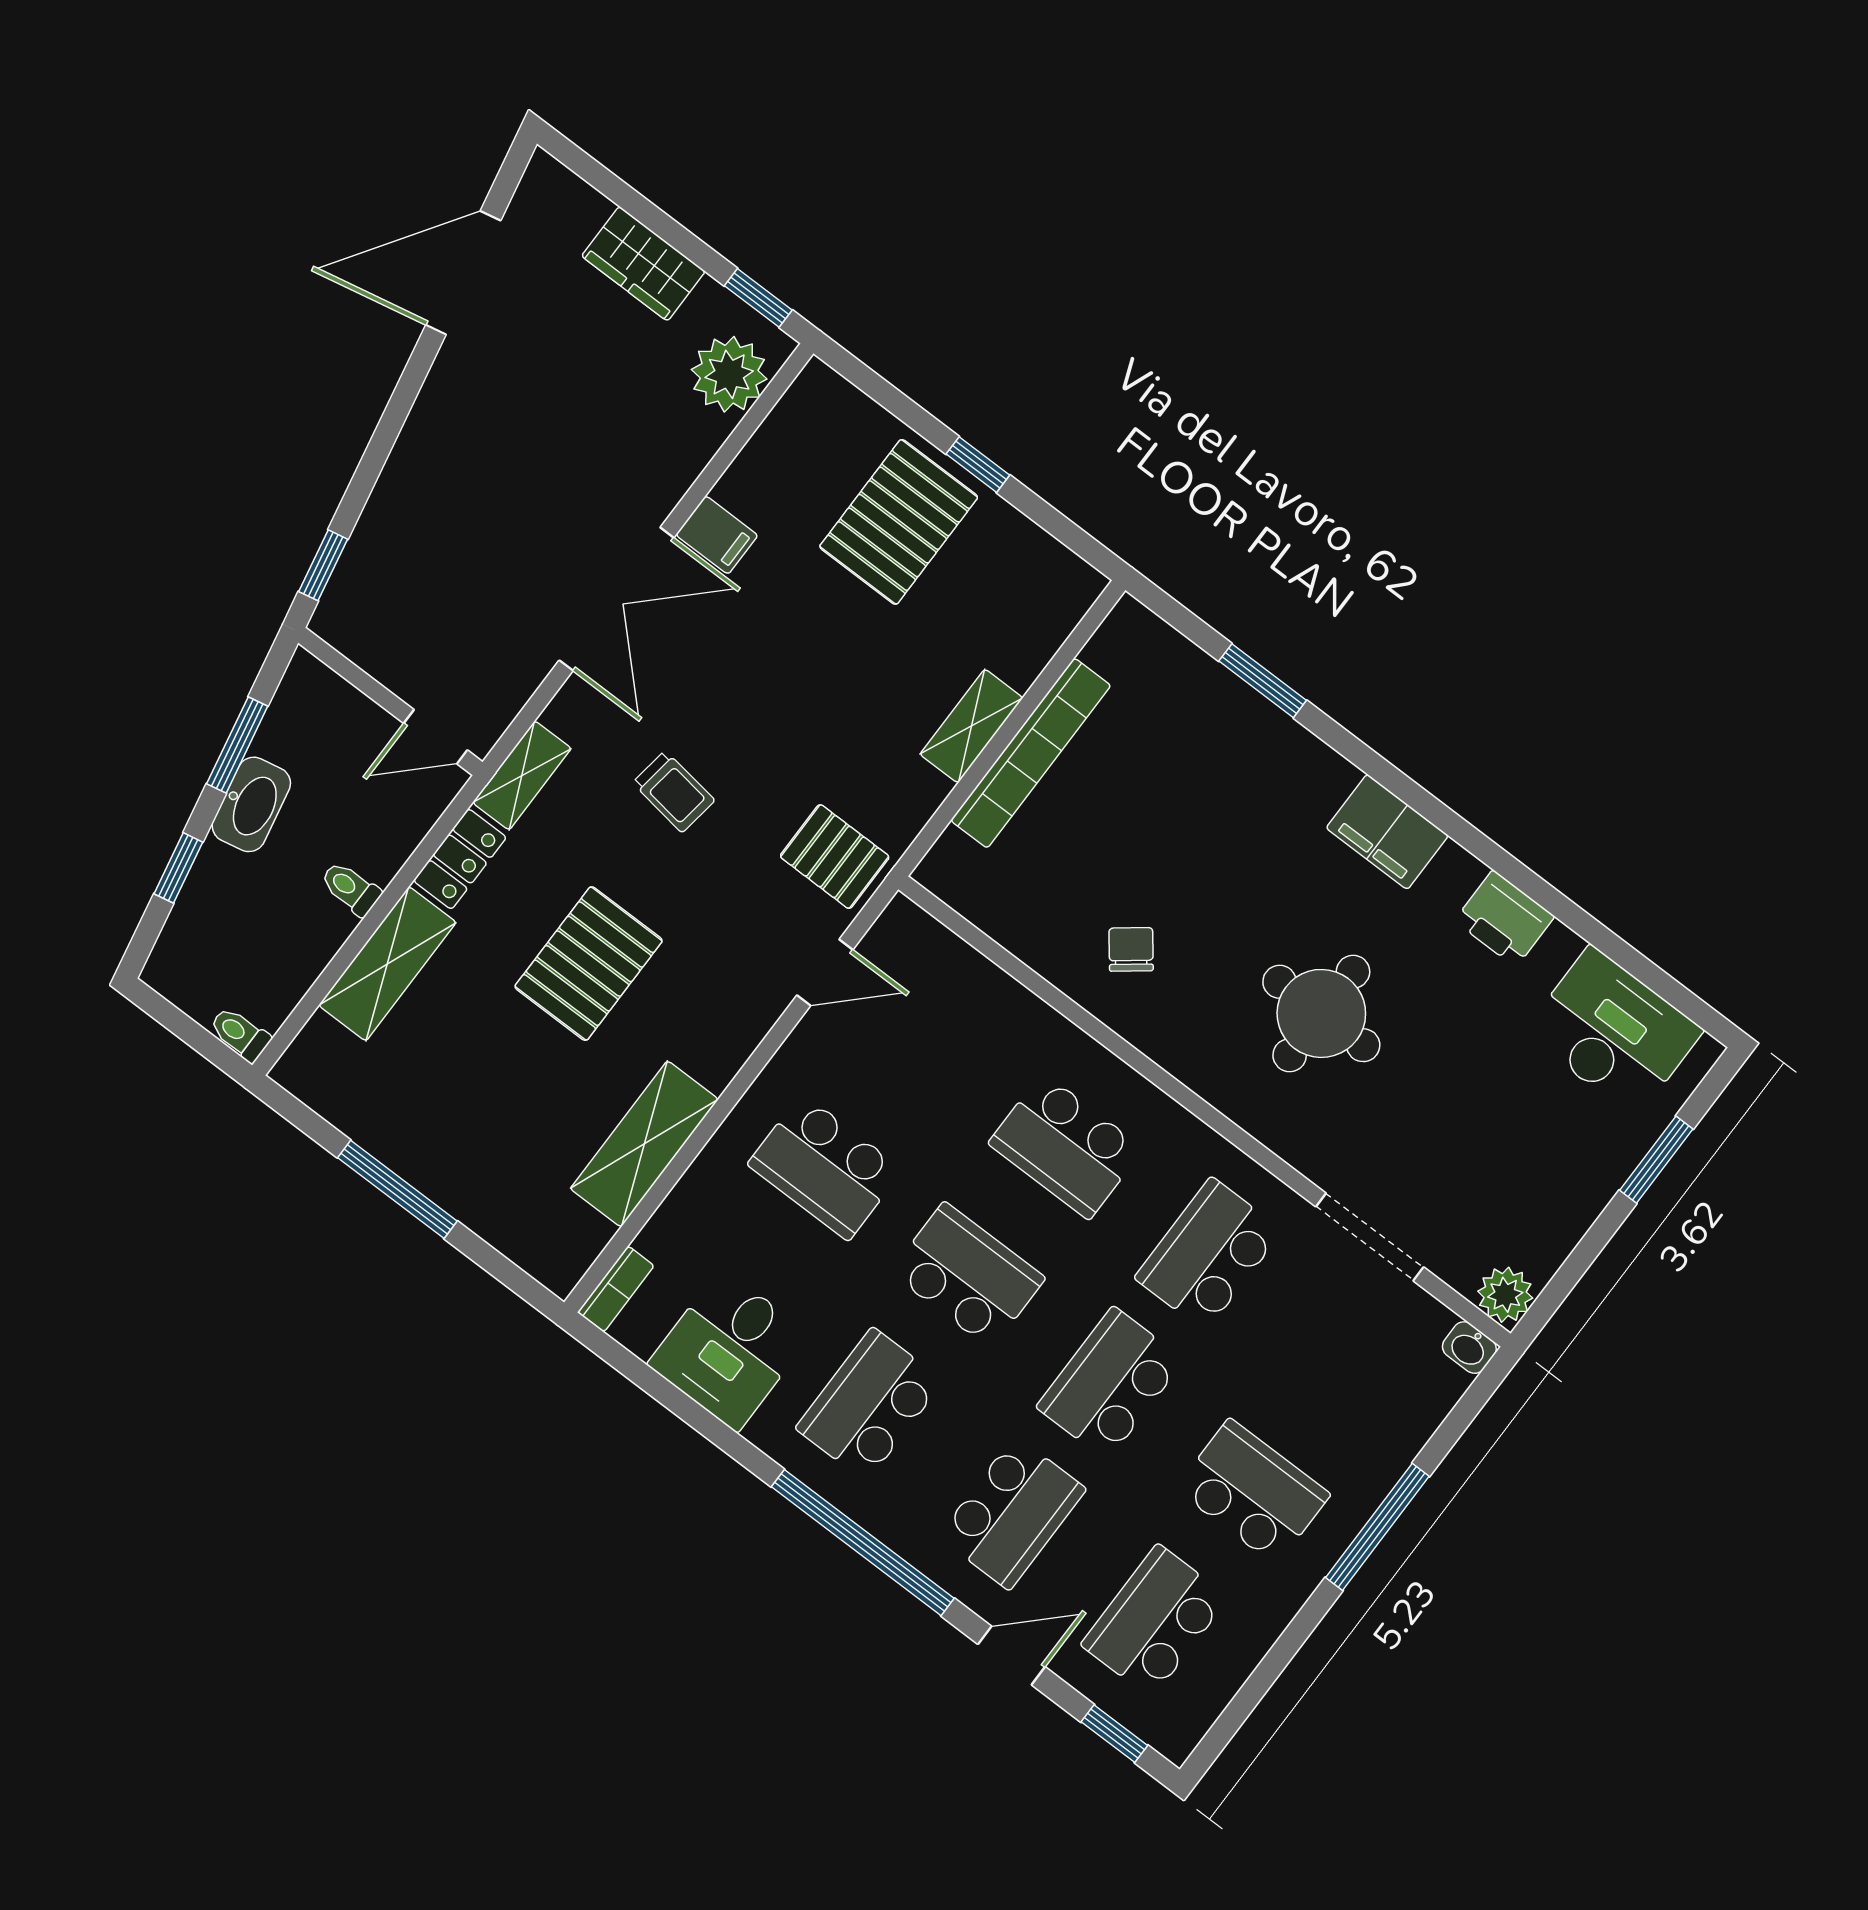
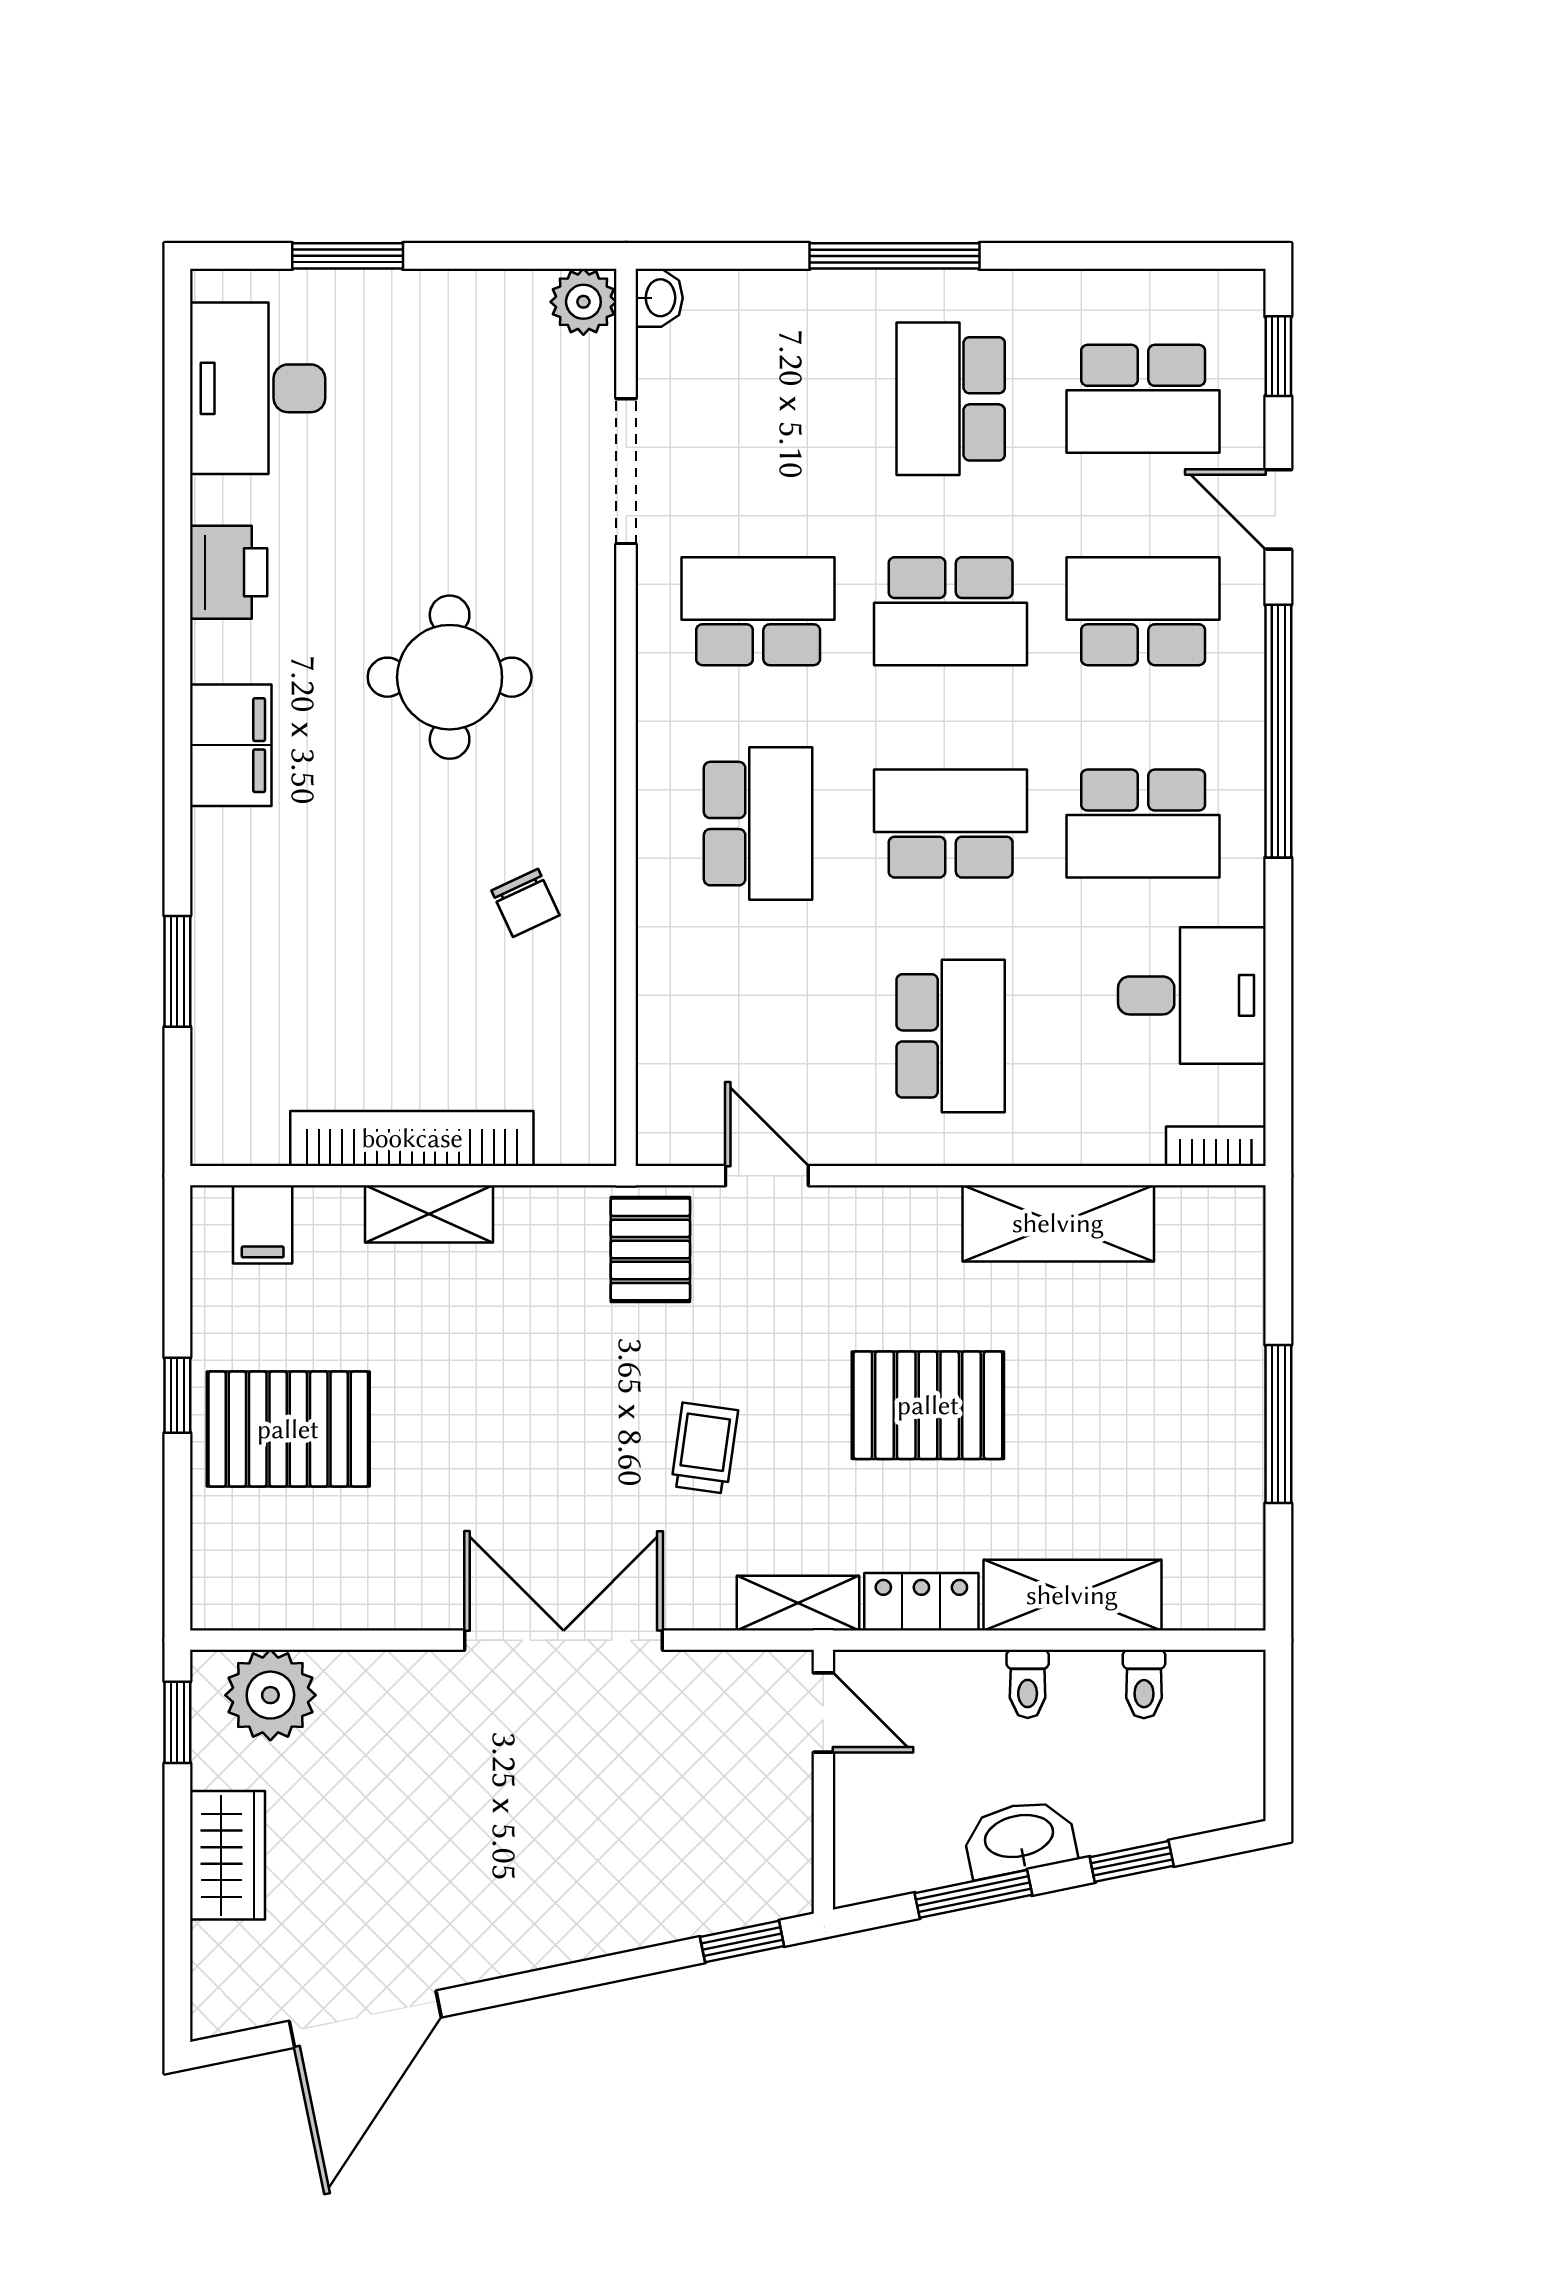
door: (463, 273) -> (365, 2019), hinge flipped
filing cabinet: (717, 535) -> (263, 1224), moved, turned 180
chair: (1131, 949) -> (526, 903), turned -77
toilet: (240, 1034) -> (1144, 1684), moved
school desk: (1208, 1254) -> (758, 611), turned 180
school desk: (968, 1275) -> (951, 824), turned 90

